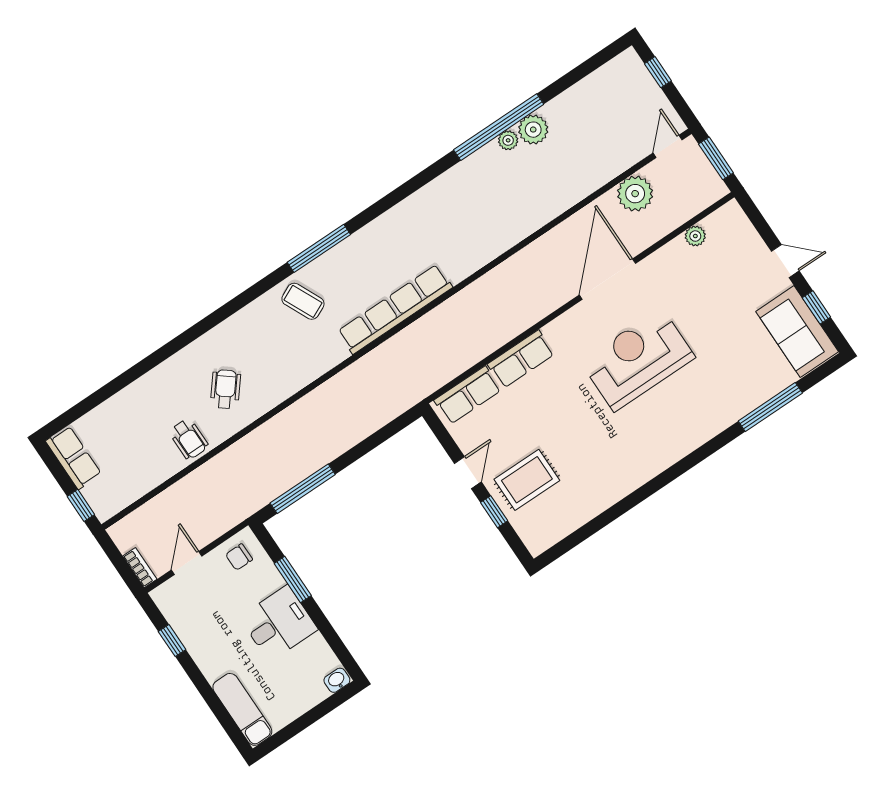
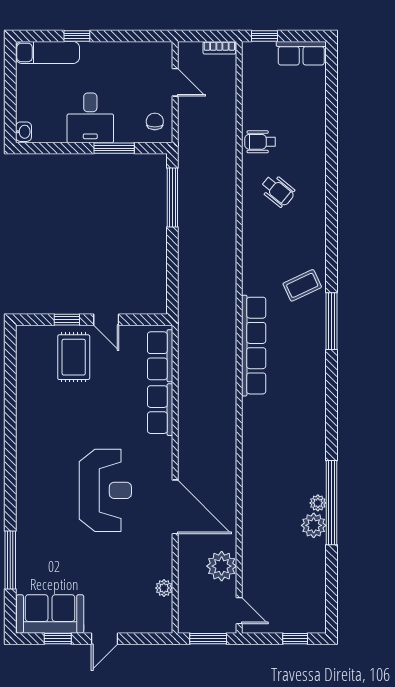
bookcase: (140, 568) -> (219, 48), moved
window: (172, 641) -> (77, 36), moved

